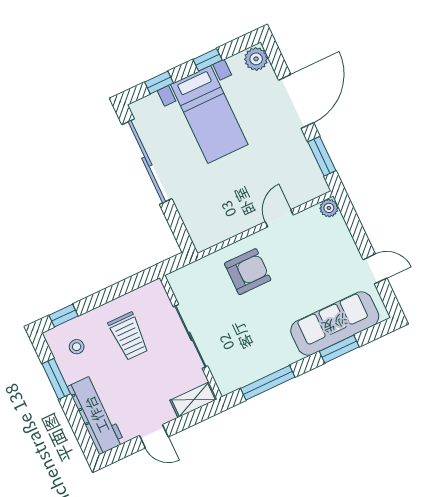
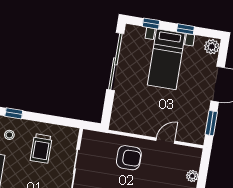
plant: (329, 208) -> (192, 176), moved

